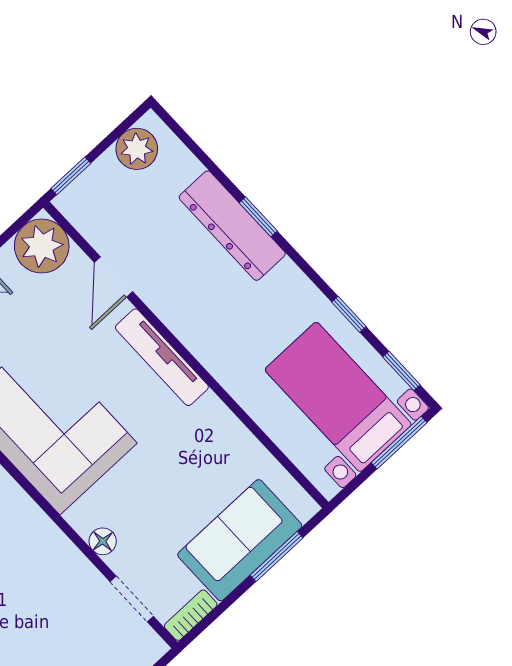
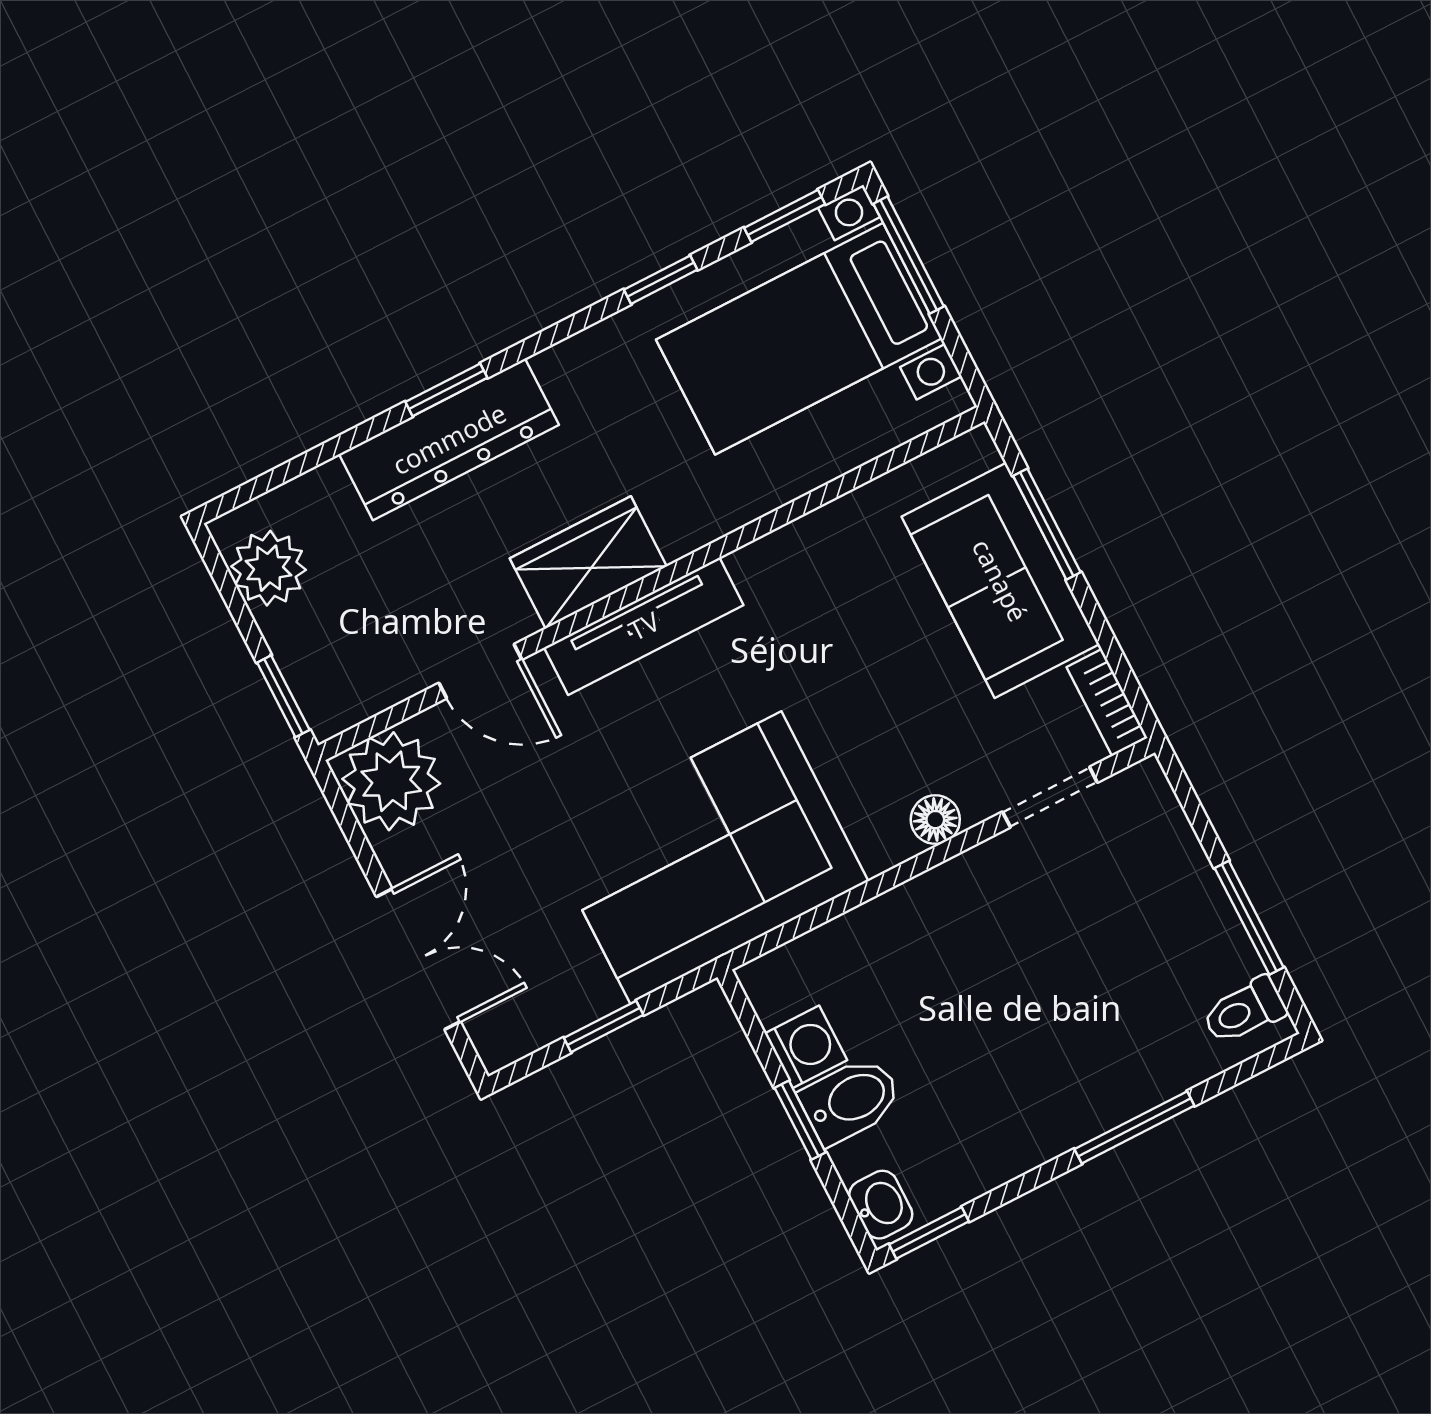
wardrobe: (188, 318) -> (588, 562), added

